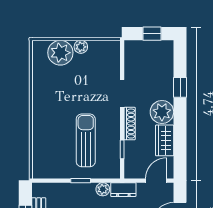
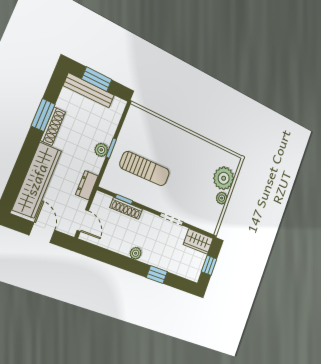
plant: (162, 112) -> (136, 253), width x0.53, depth x0.53
shoe rack: (130, 124) -> (126, 208), moved
wardrobe: (165, 140) -> (198, 241), moved, turned 180
plant: (103, 189) -> (101, 150), moved

